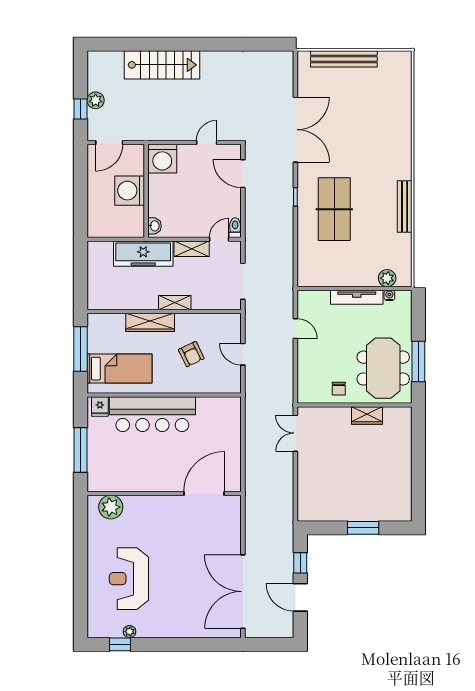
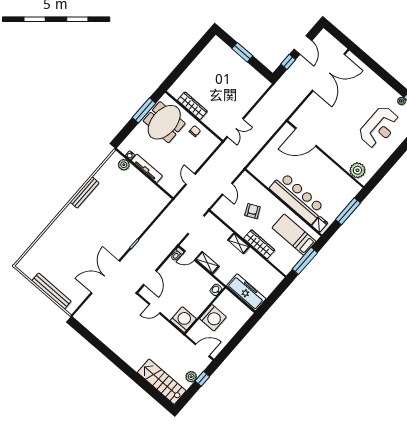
stairs: (162, 65) -> (162, 382), moved
table tennis table: (334, 209) -> (120, 221), removed
freezer: (143, 254) -> (246, 292), moved
wardrobe: (367, 415) -> (192, 106), width x1.50

